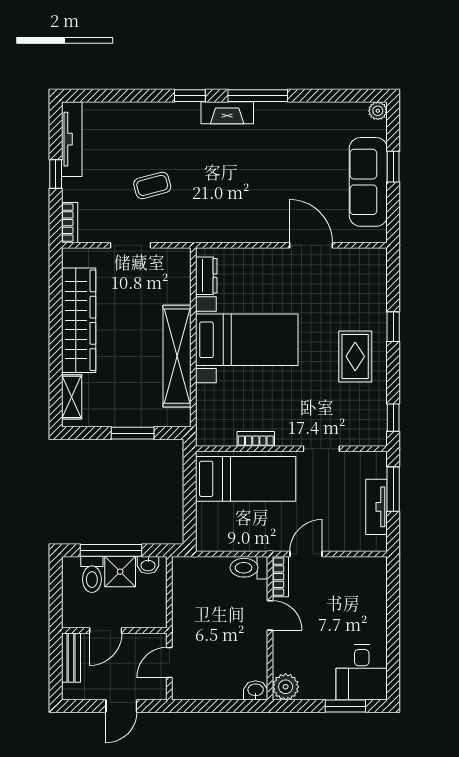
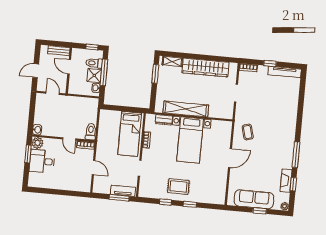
window: (190, 96) -> (293, 184), moved
fireplace: (227, 113) -> (286, 181), moved
coffee table: (152, 185) -> (248, 132), moved
door: (311, 245) -> (230, 158), moved
dresser: (206, 276) -> (164, 120), moved
window: (393, 418) -> (166, 202), moved
window: (133, 433) -> (155, 74), moved
tv unit: (377, 507) -> (123, 191), moved
door: (306, 554) -> (93, 168), moved
window: (56, 583) -> (92, 47), added
door: (270, 615) -> (69, 139), hinge flipped
desk: (362, 672) -> (42, 161), moved
door: (121, 706) -> (36, 71), hinge flipped
window: (345, 706) -> (28, 154), moved

